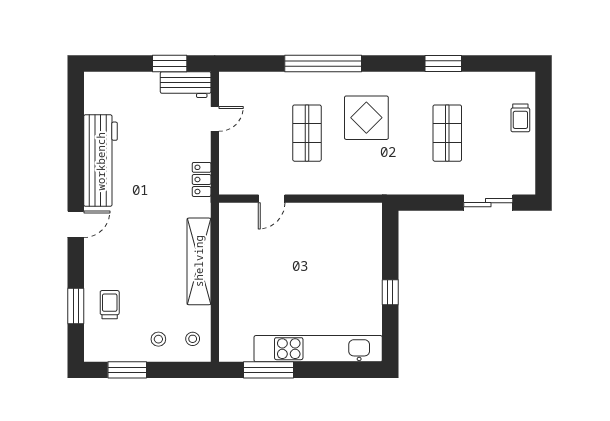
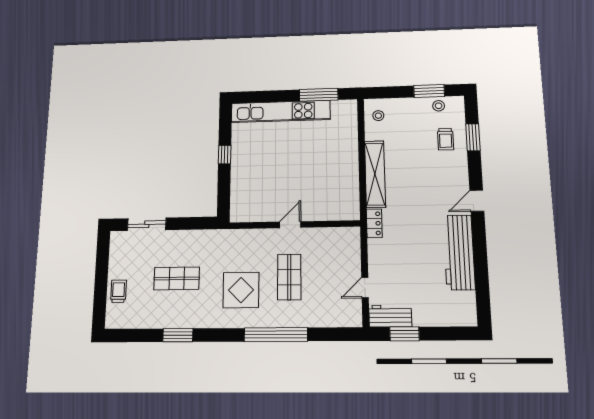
shop shelf: (447, 133) -> (177, 278), turned 90
locker: (202, 179) -> (374, 223), moved
door: (272, 199) -> (290, 225), moved
stool: (158, 339) -> (439, 106), moved

